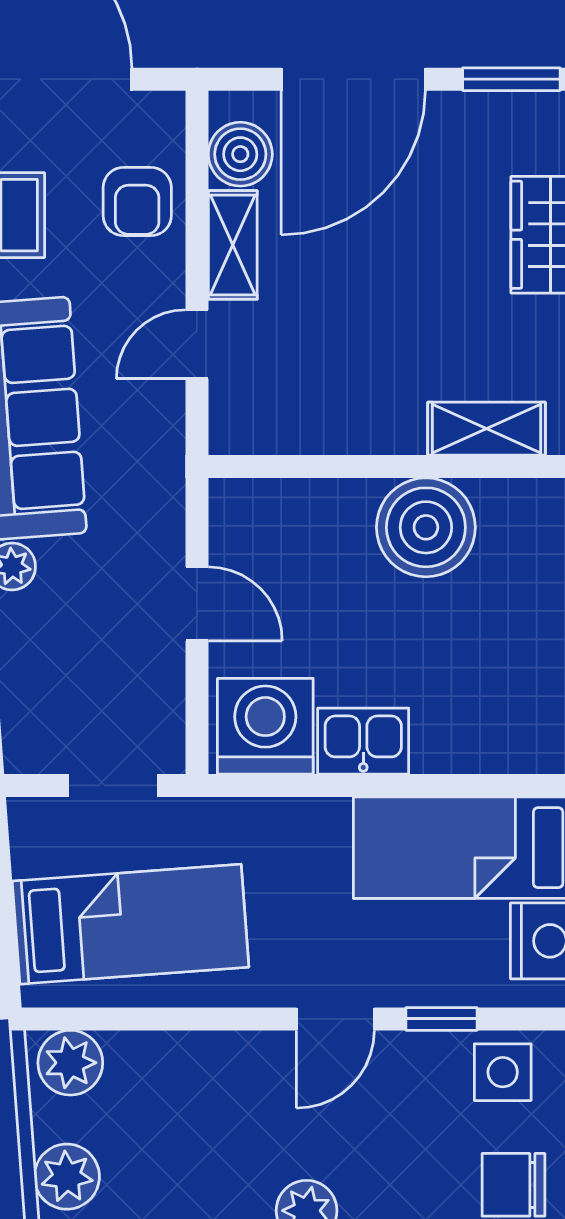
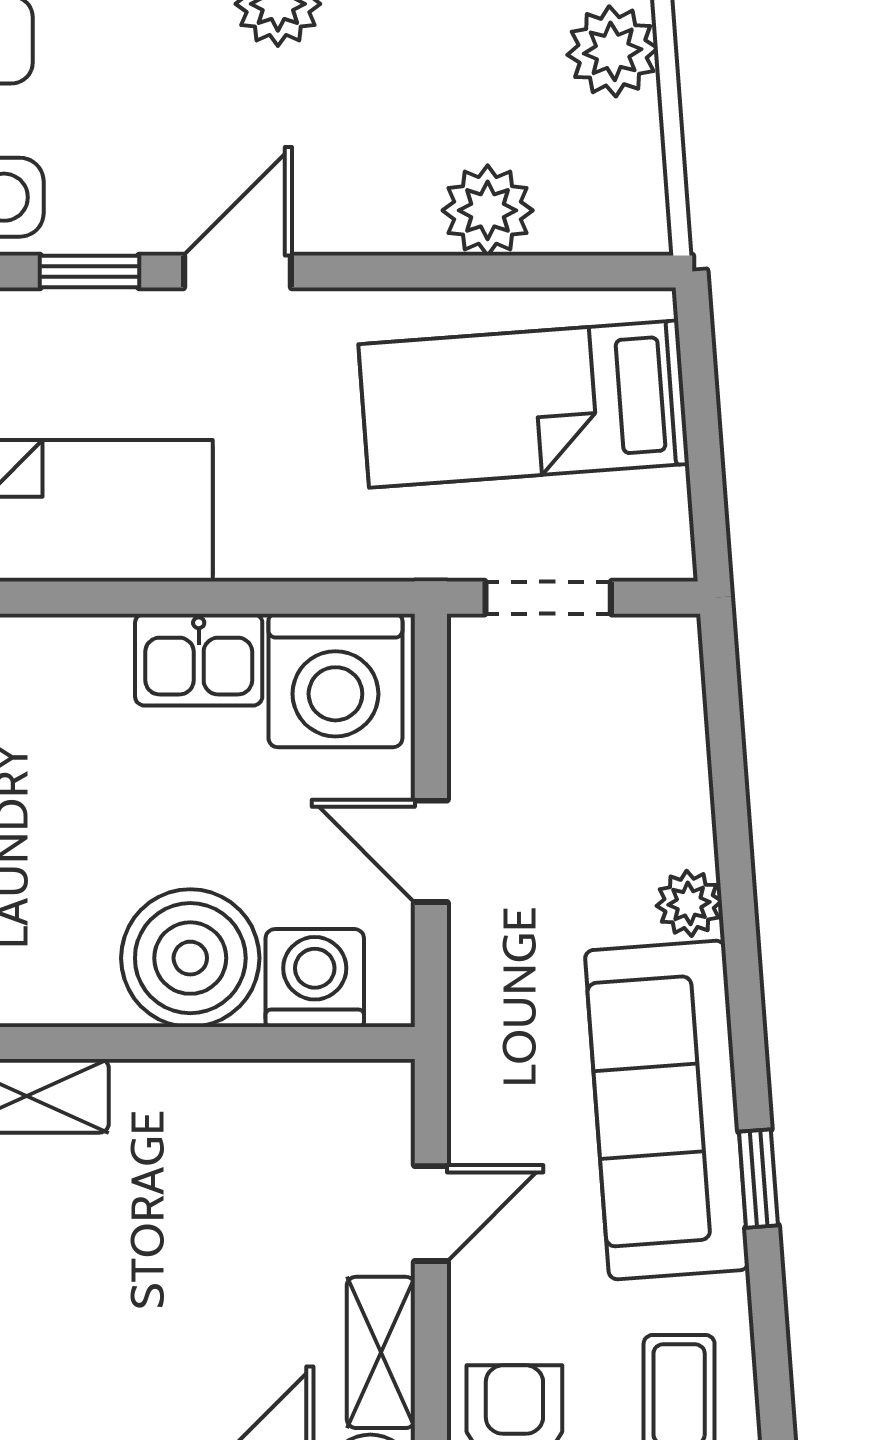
washing machine: (280, 513) -> (315, 978), added
boiler: (426, 527) -> (190, 958), moved
plant: (70, 1063) -> (488, 210), moved

